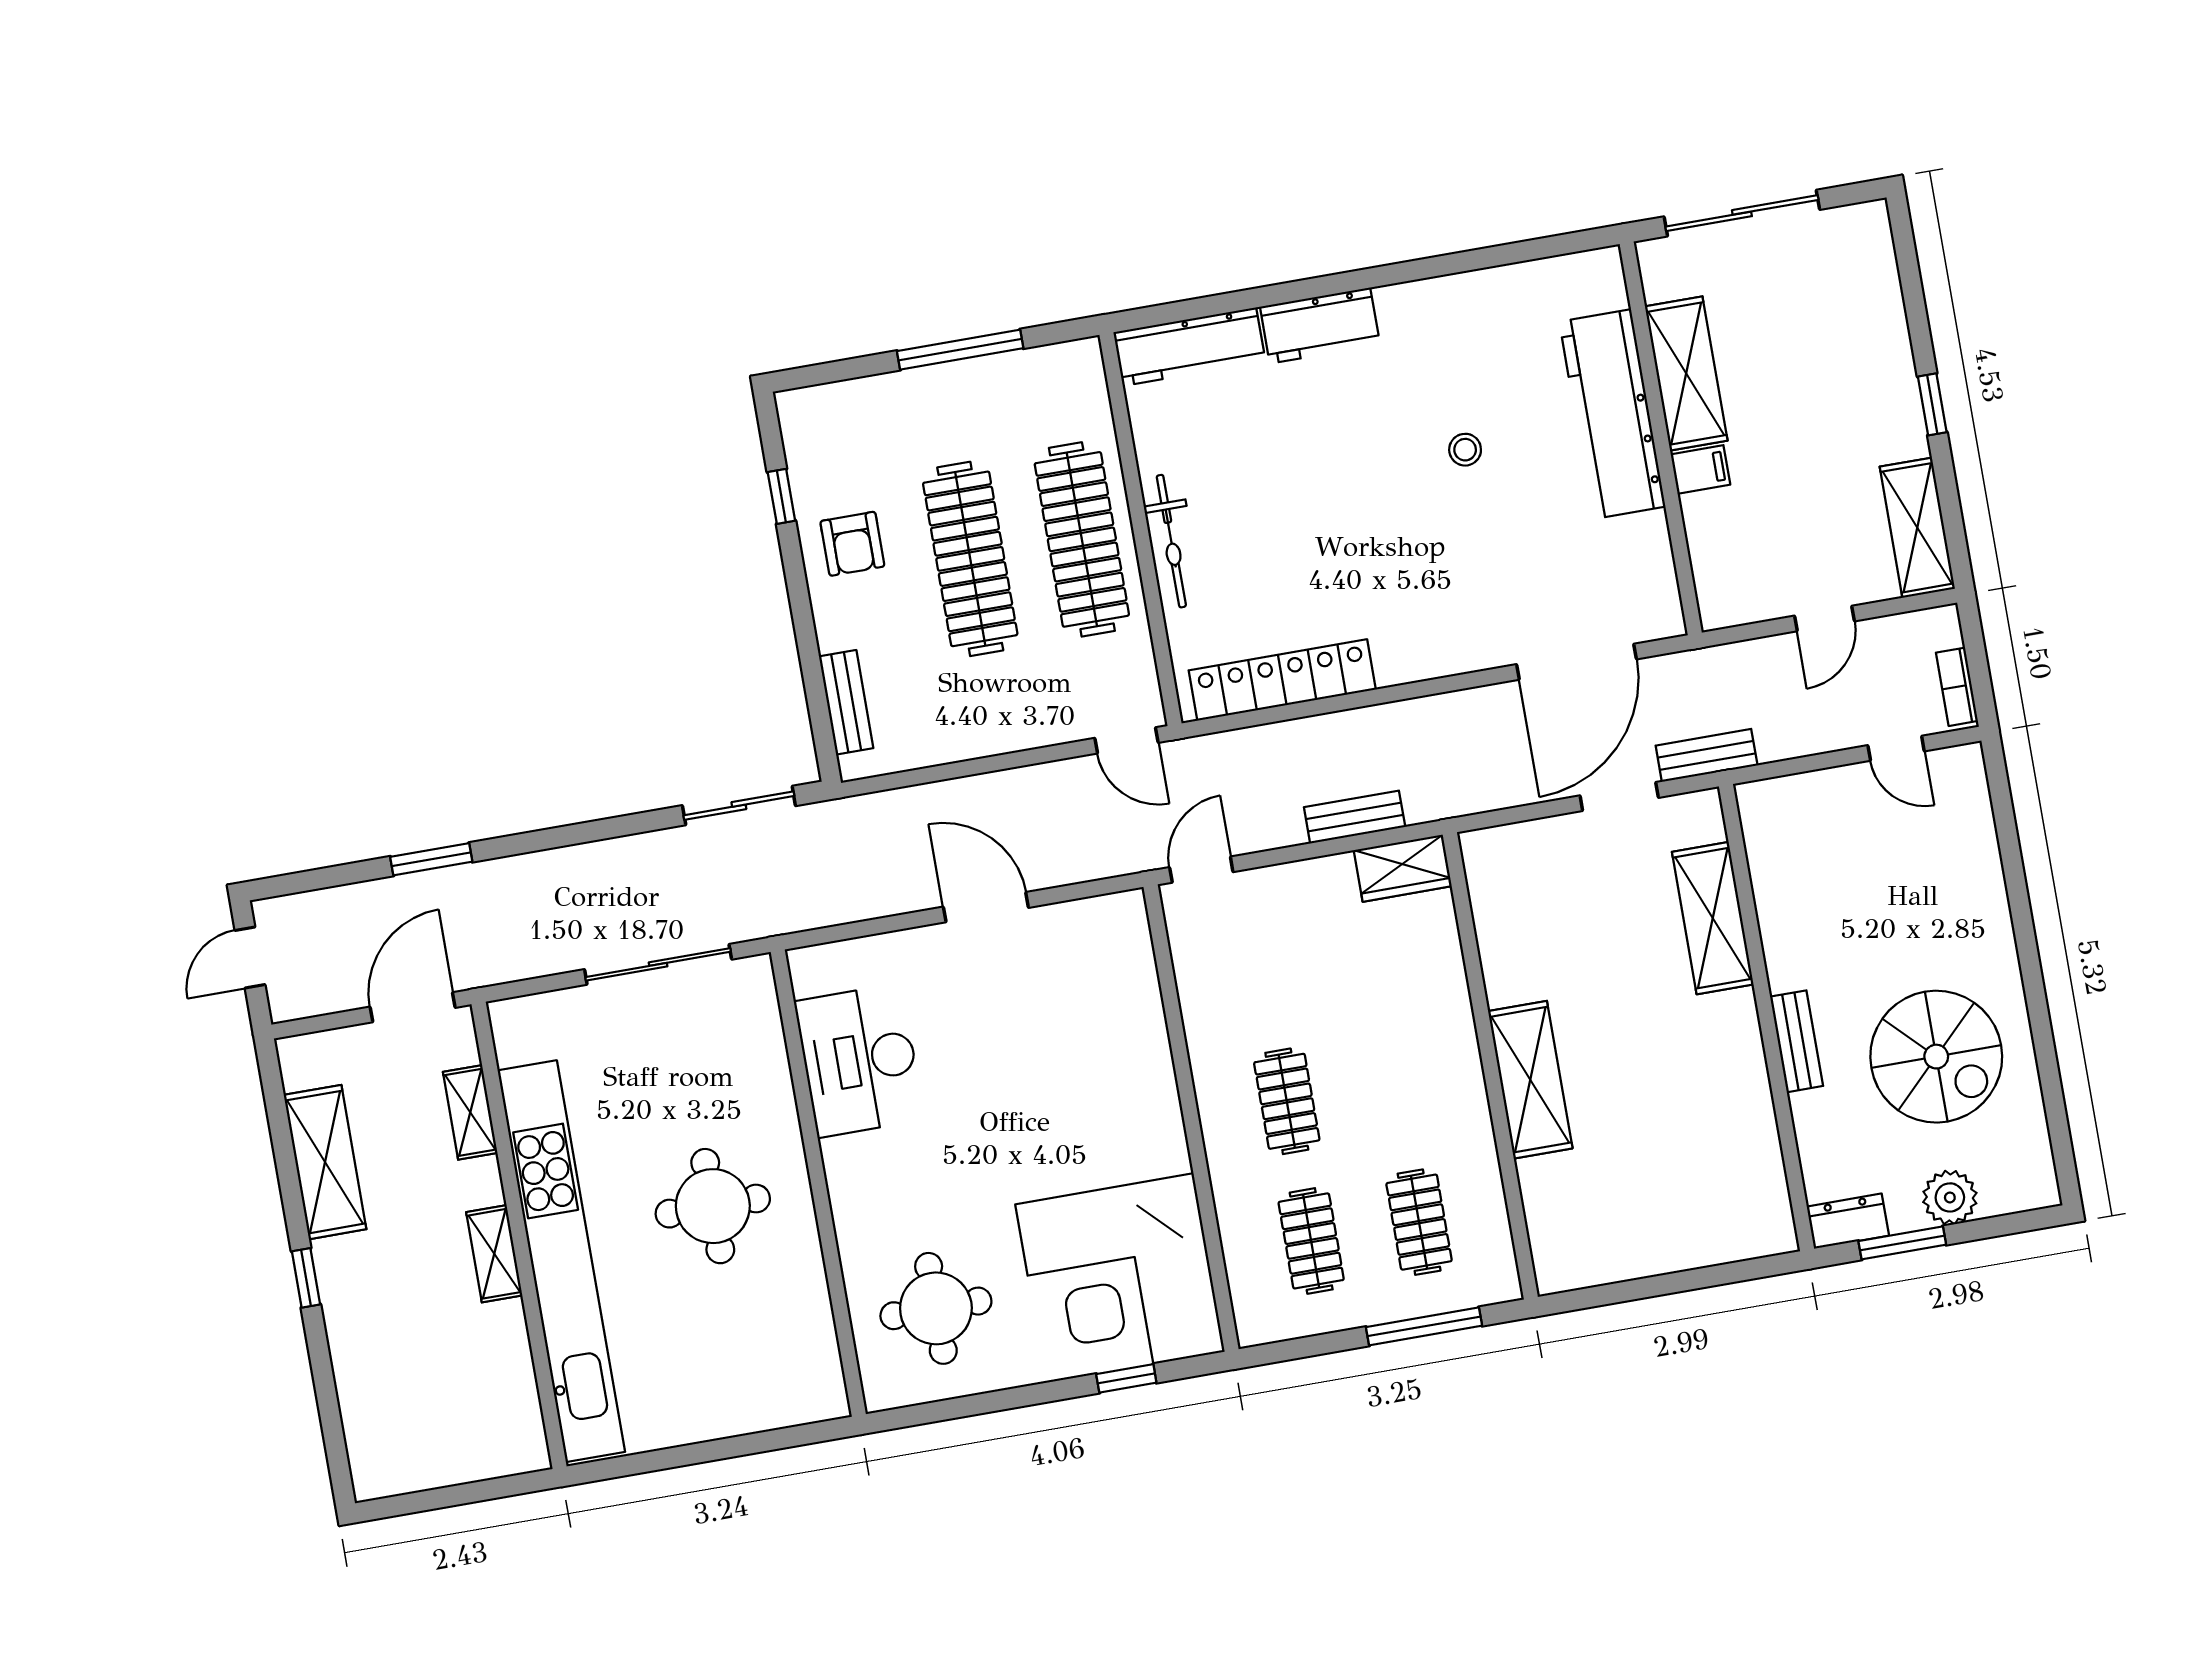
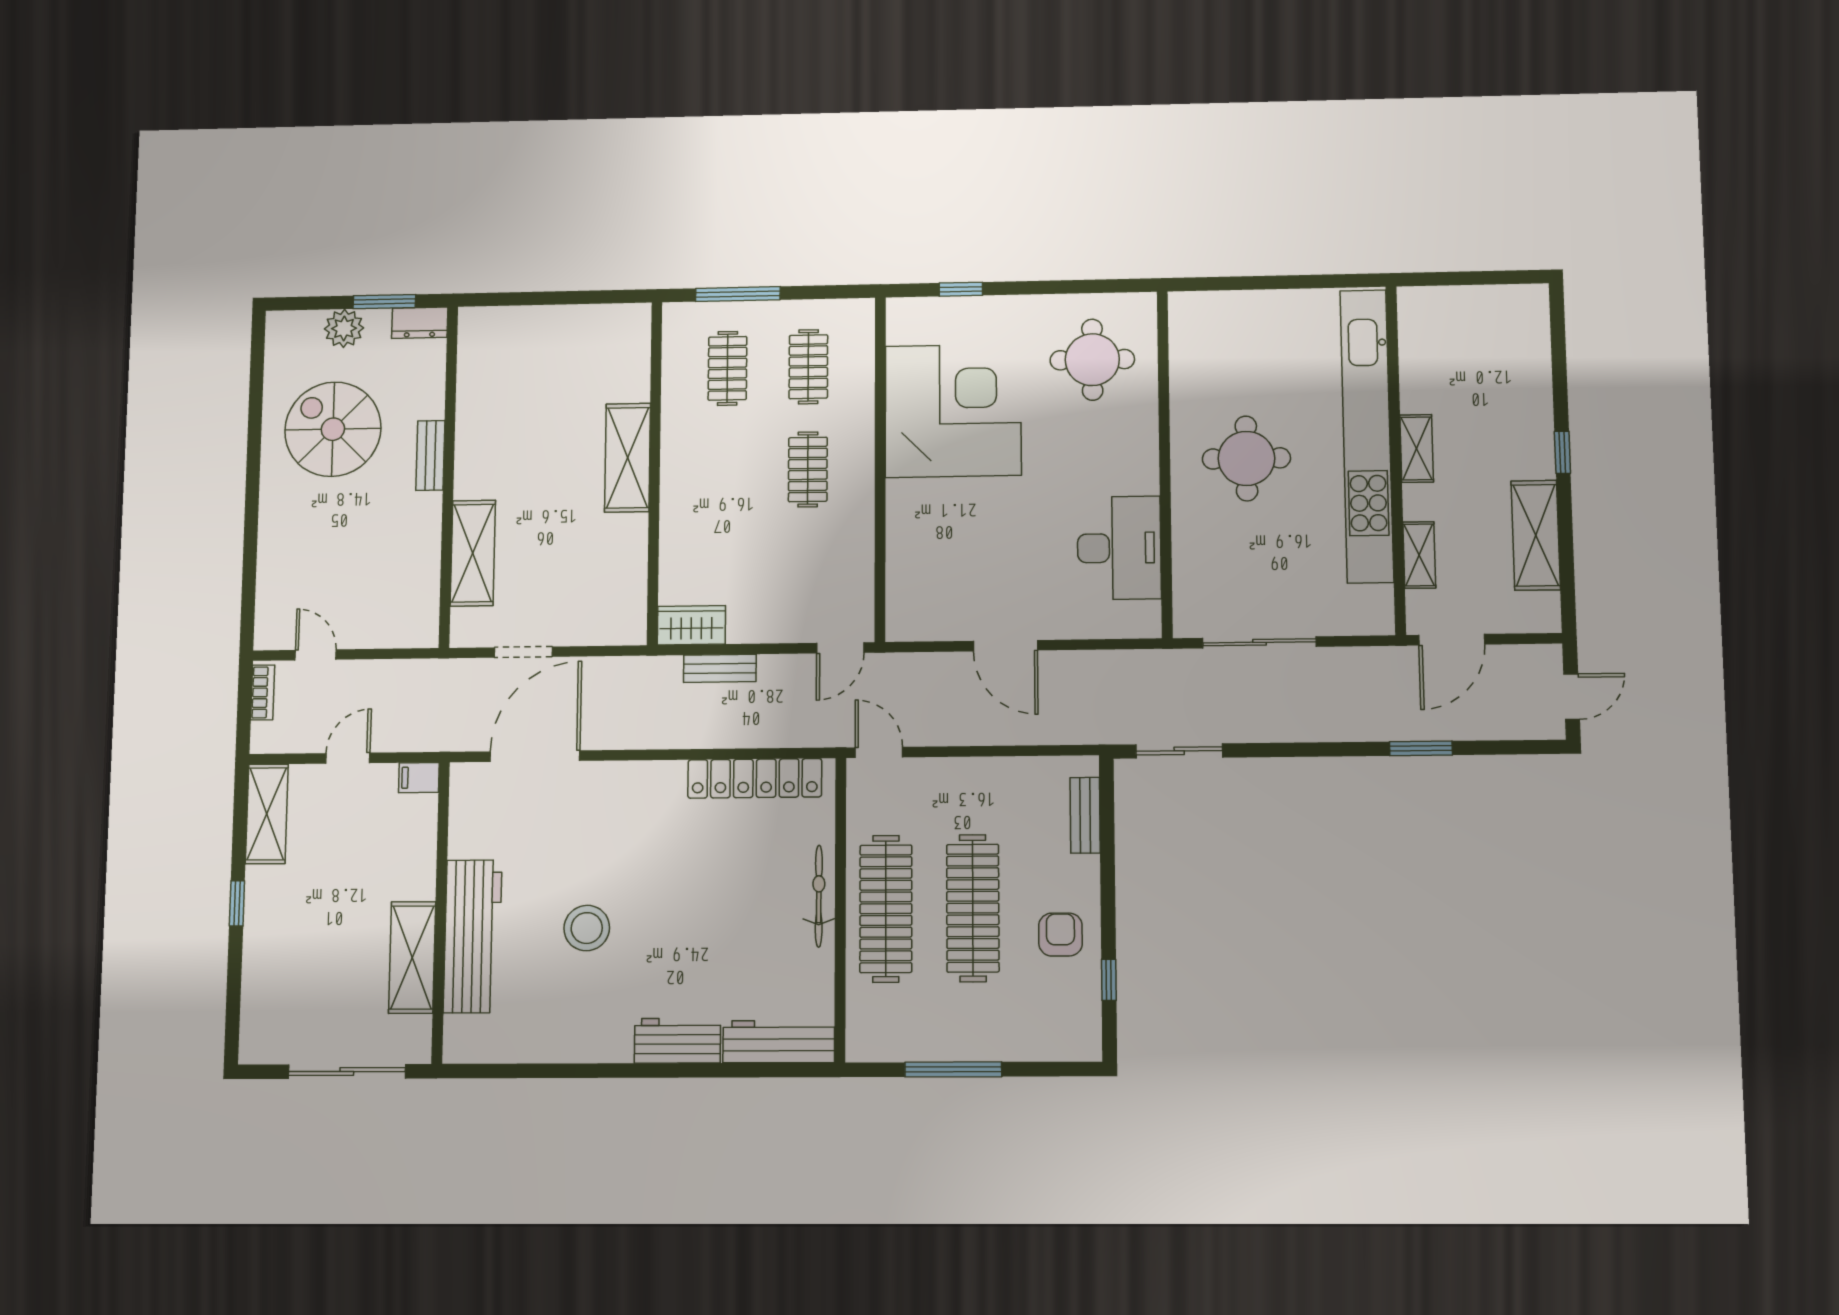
stool: (1465, 450) -> (587, 928), width x1.89, depth x1.89
filing cabinet: (1700, 470) -> (419, 778), moved
bench: (1707, 755) -> (454, 672), removed
corner desk: (1120, 1278) -> (953, 411), moved

